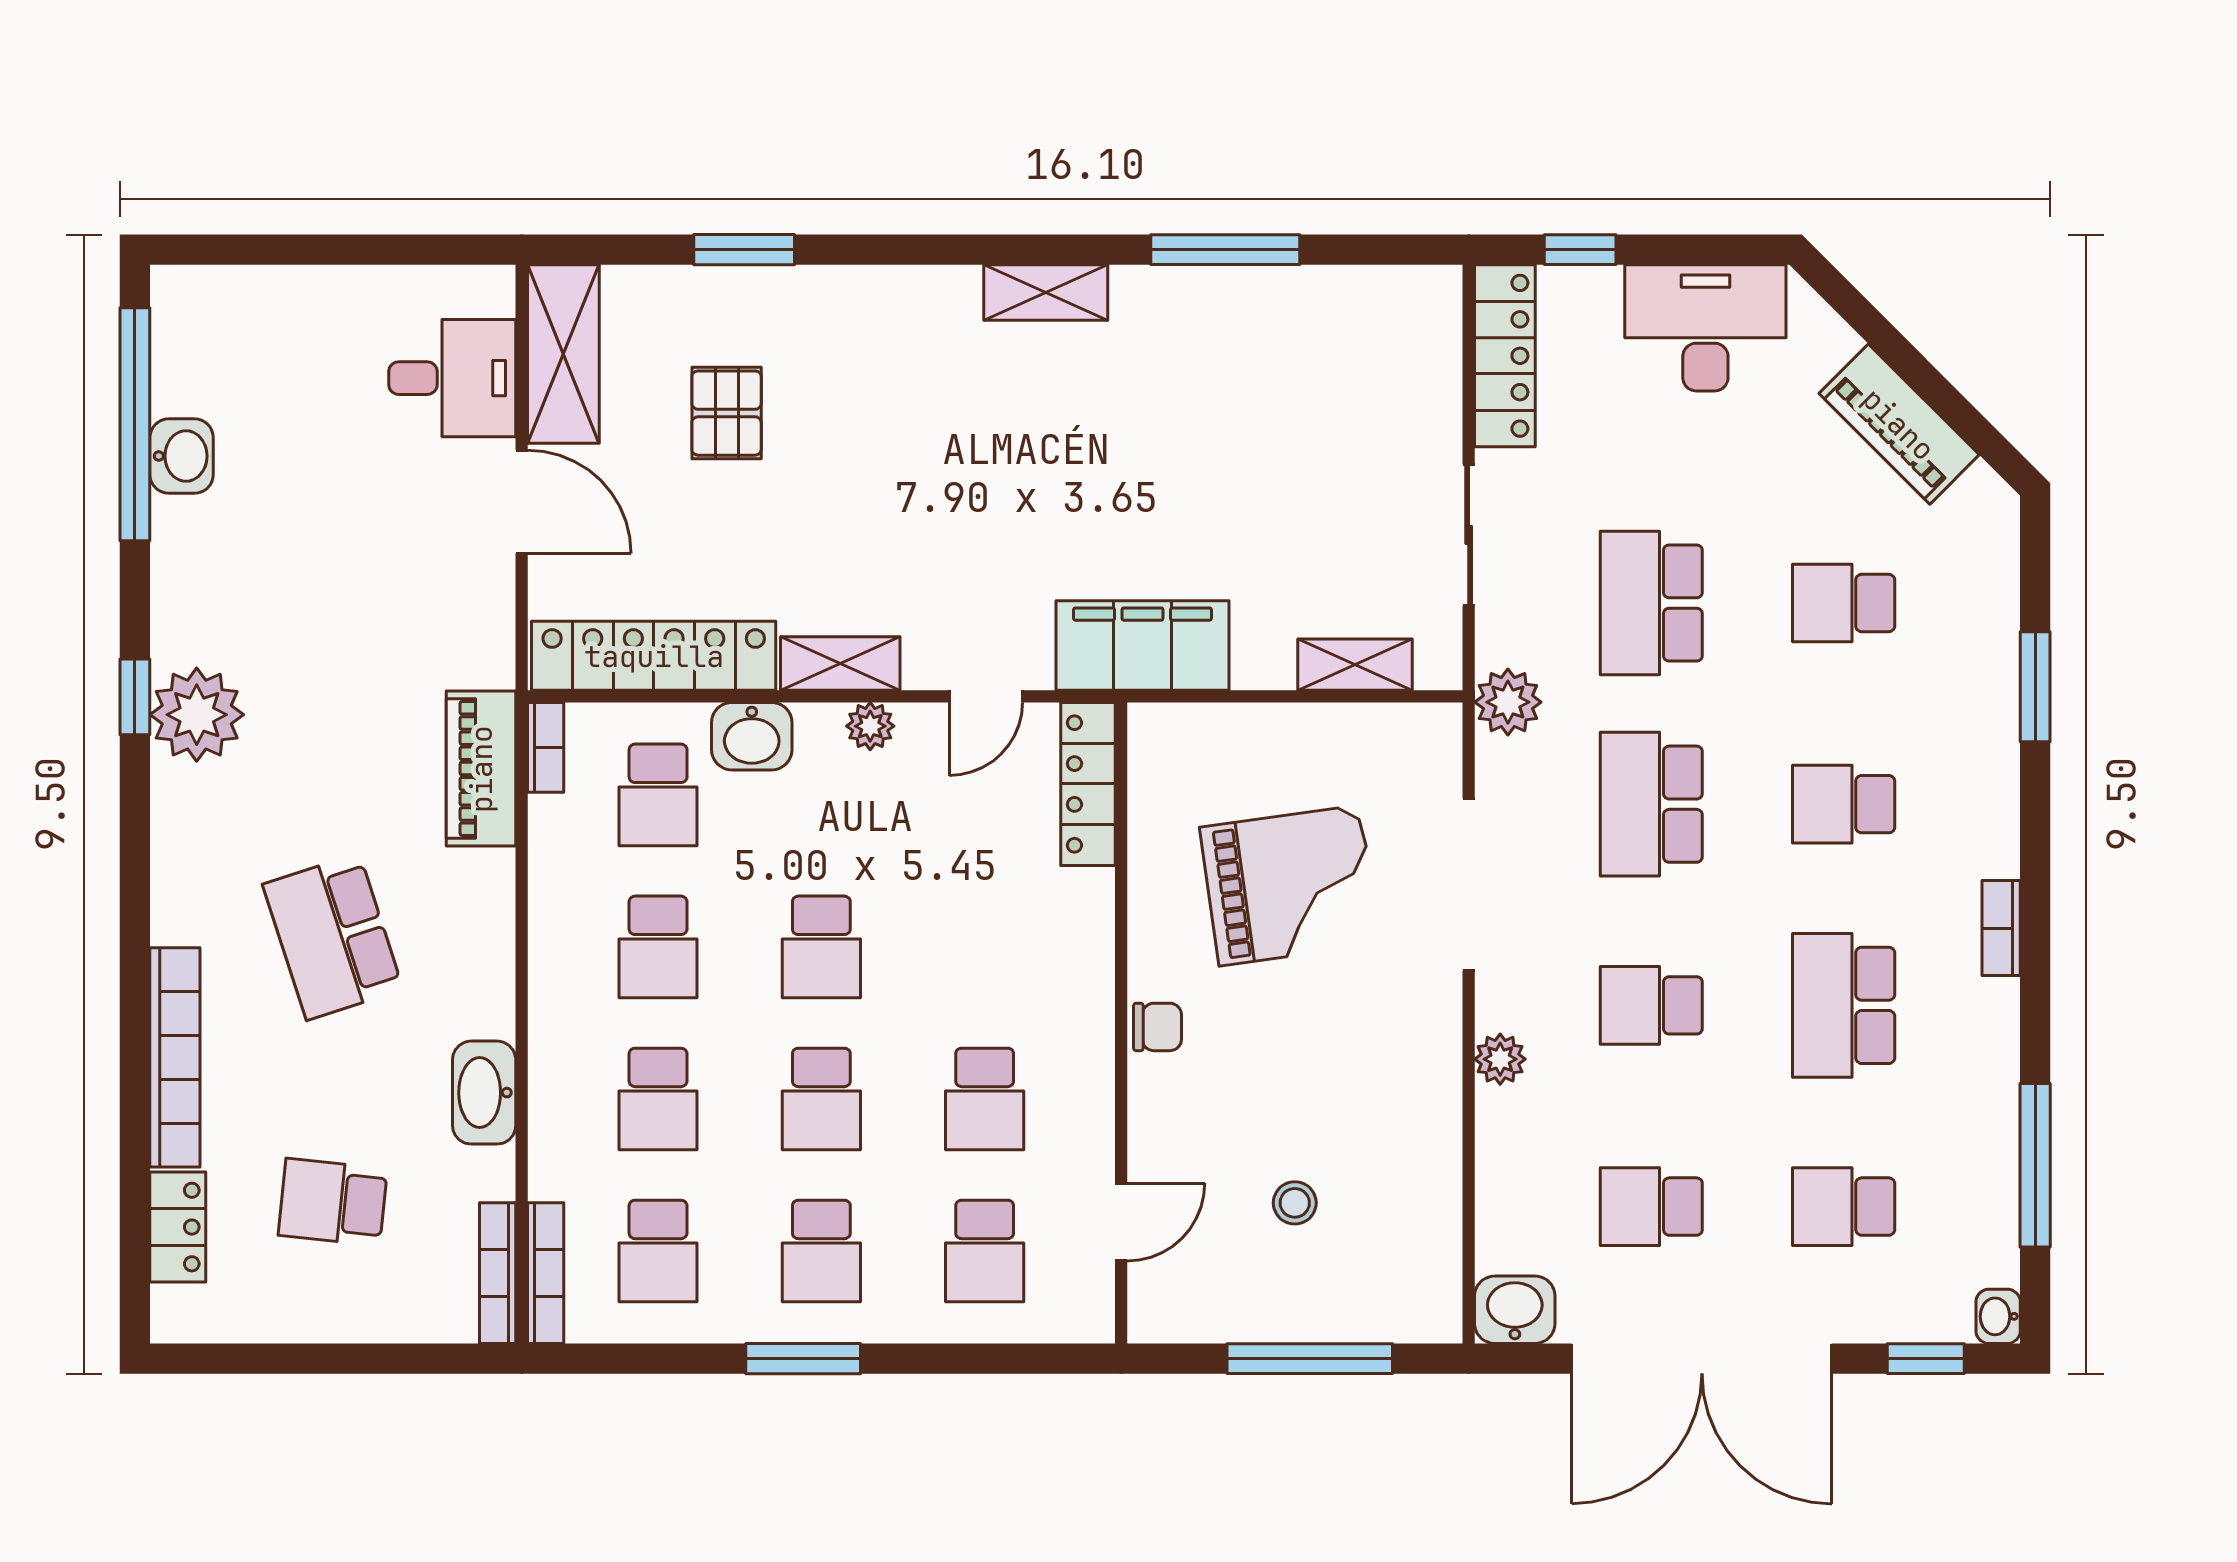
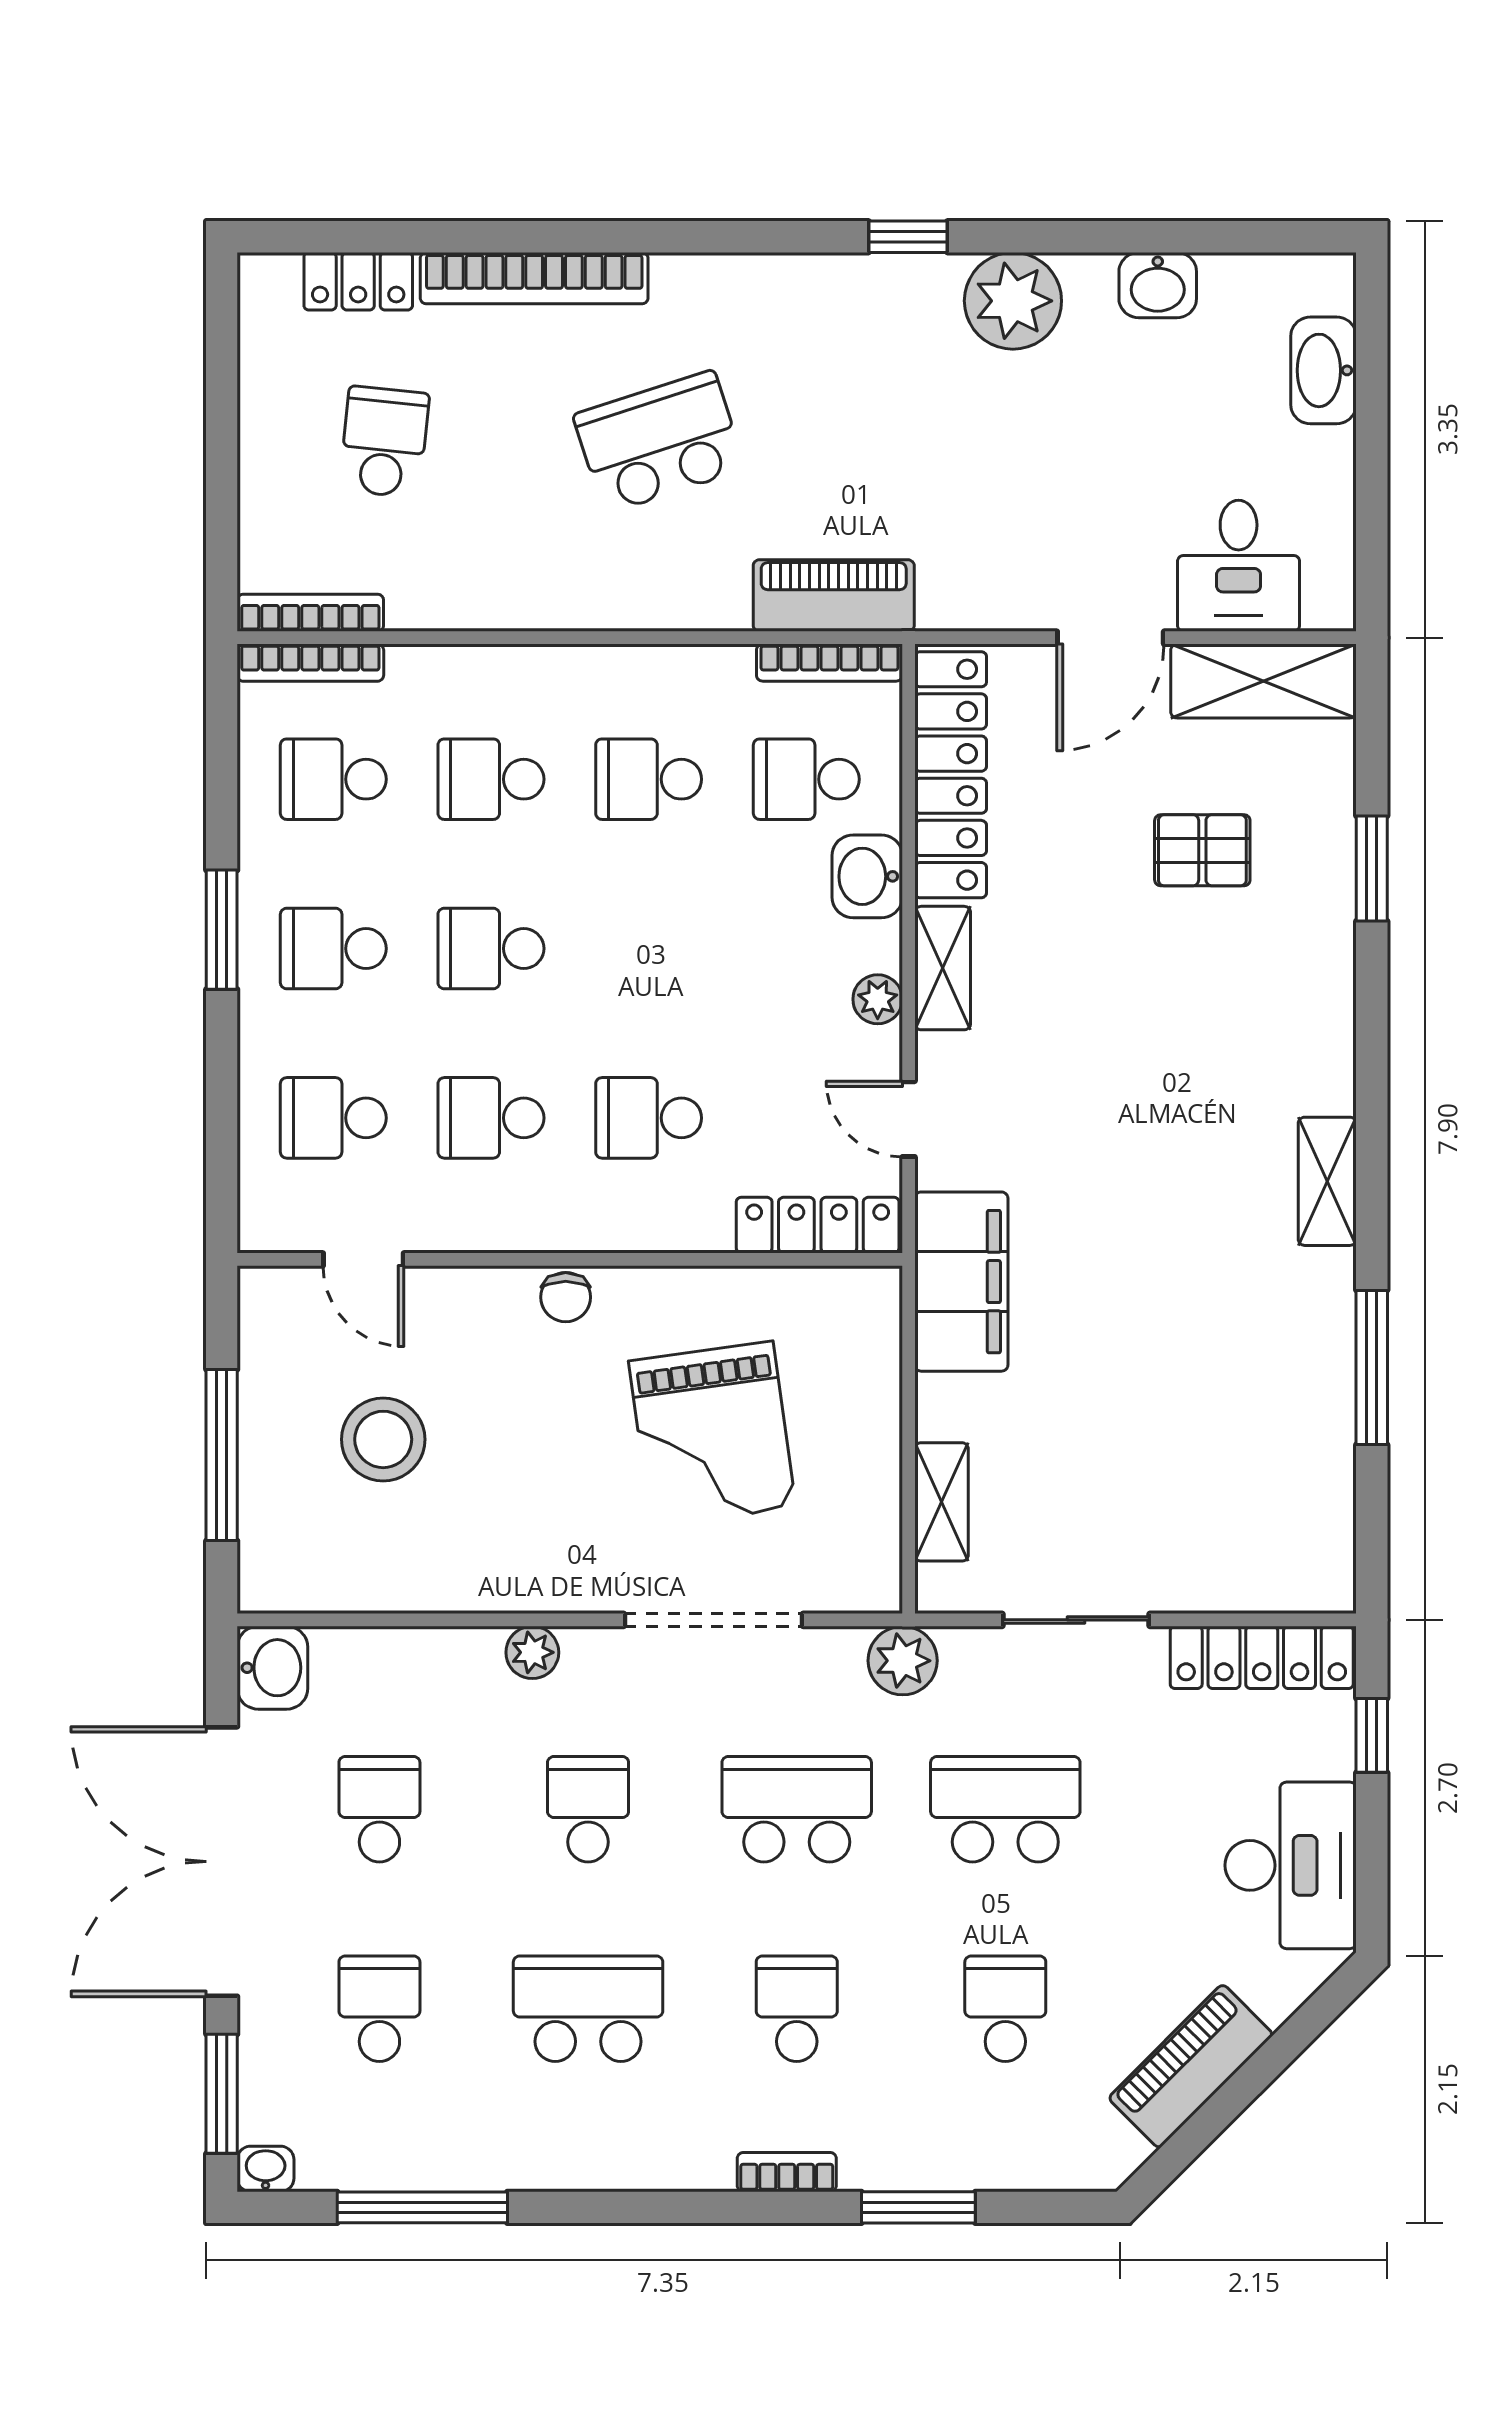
window: (135, 424) -> (1191, 237), removed
plant: (197, 715) -> (1013, 301), moved
bookcase: (546, 747) -> (829, 663), width x1.56
bookcase: (2001, 928) -> (787, 2172), moved
school desk: (821, 947) -> (649, 1118), moved
washbasin: (484, 1093) -> (1323, 370), moved, turned -90
stool: (1295, 1203) -> (383, 1439), width x1.89, depth x1.89
window: (1926, 1359) -> (222, 2094), width x1.50

